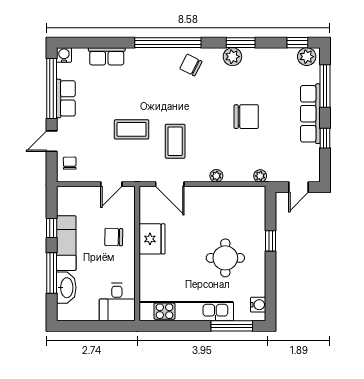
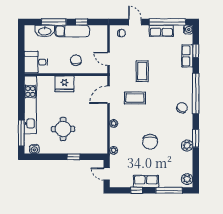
window: (297, 43) -> (196, 51), moved
plant: (232, 57) -> (187, 146), moved
row of seats: (310, 114) -> (146, 181), width x0.68
fridge: (152, 239) -> (64, 84), moved

